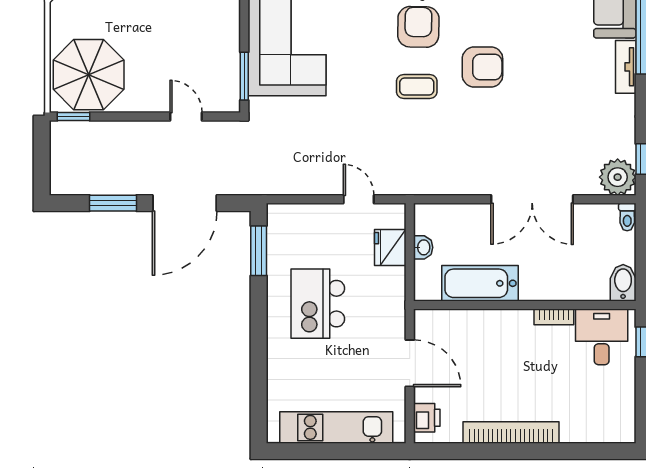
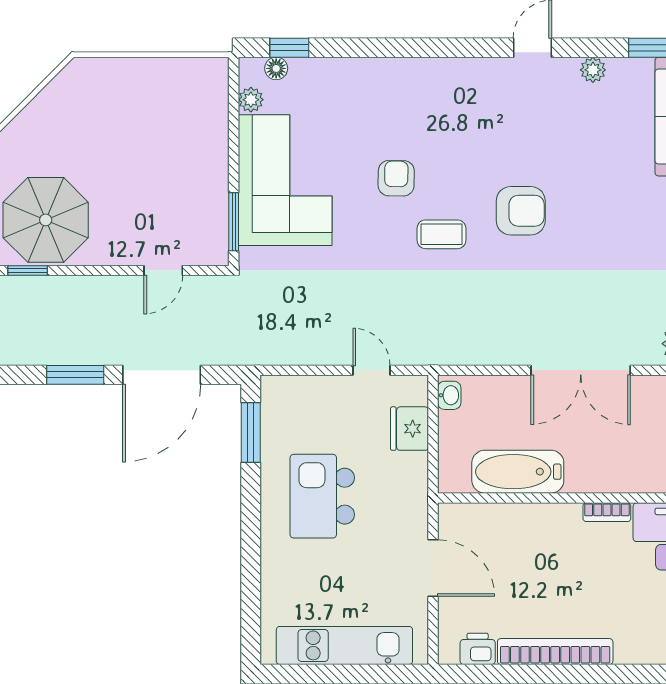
armchair: (418, 27) -> (396, 178), moved, width x0.72, depth x0.72
door: (186, 117) -> (163, 270), swing flipped
washbasin: (423, 247) -> (449, 395), moved
printer: (427, 418) -> (478, 649), moved, turned -90

